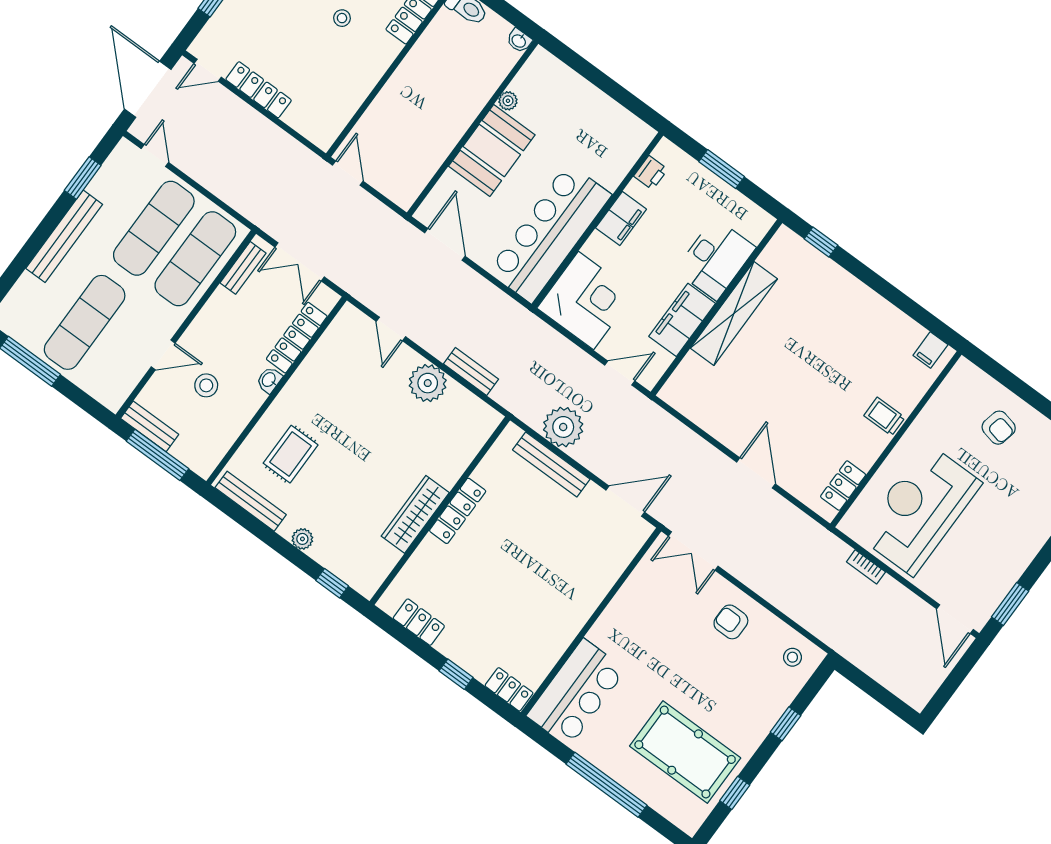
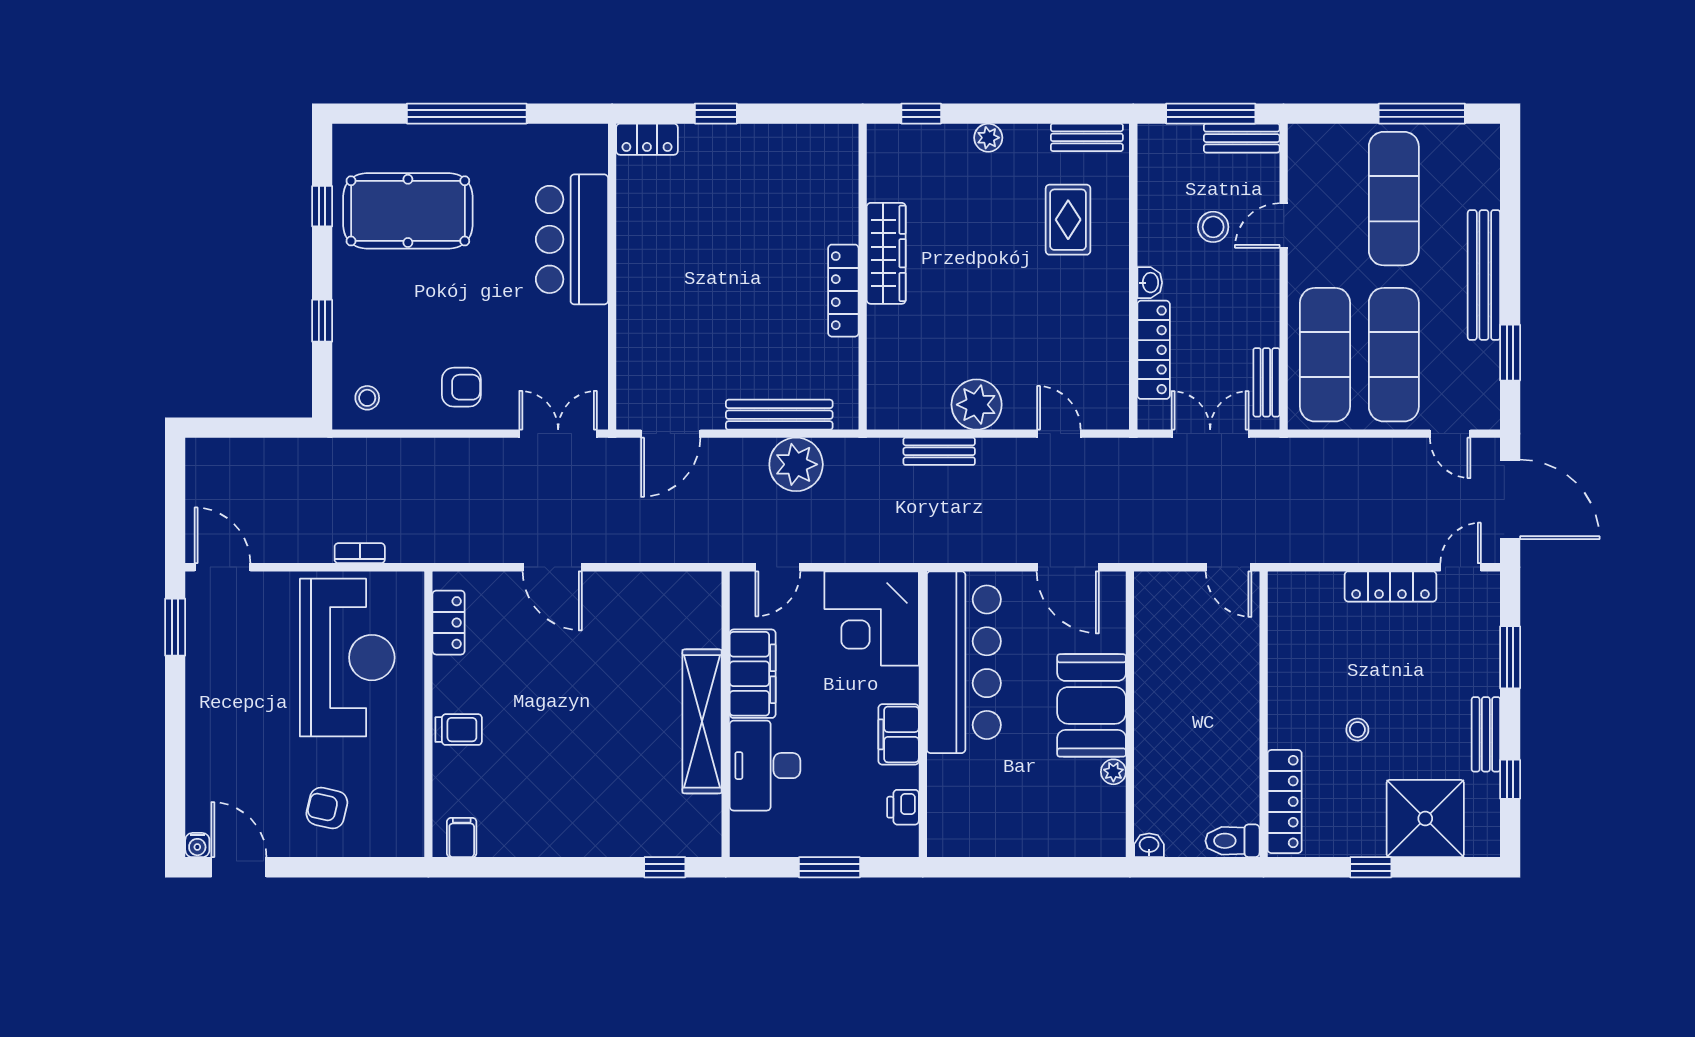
bench: (251, 501) -> (1087, 137), width x0.73
locker: (419, 622) -> (797, 140), removed
bar counter: (576, 693) -> (572, 239), moved

